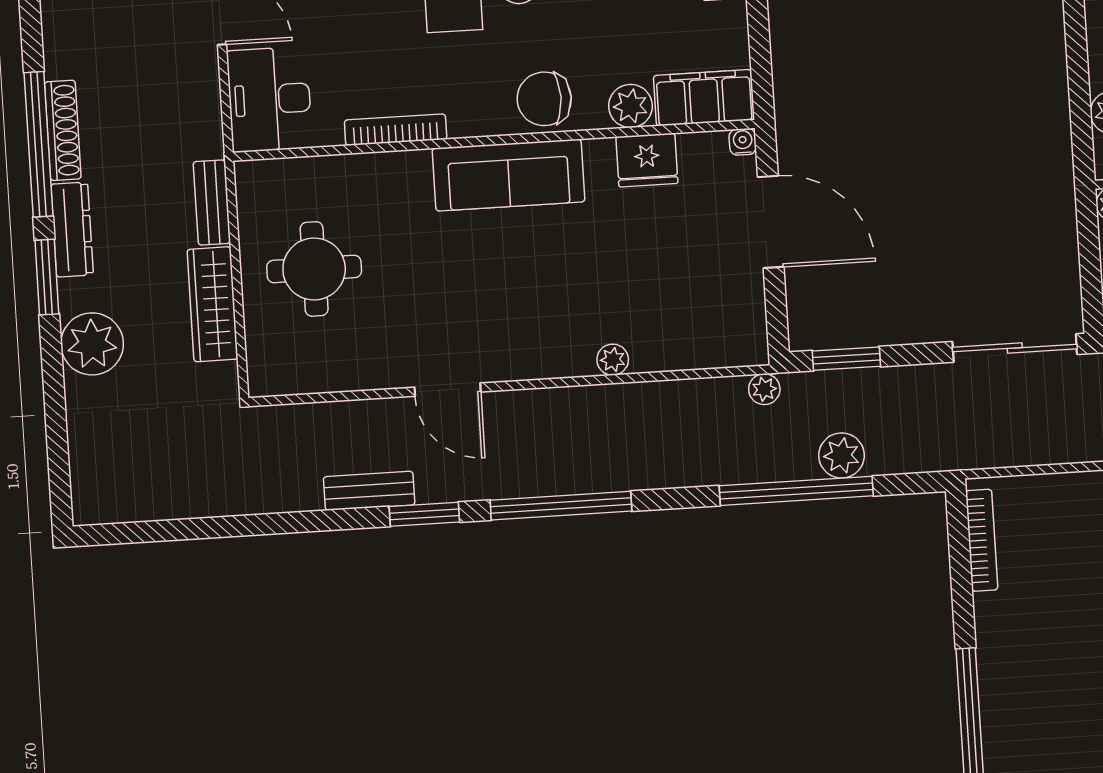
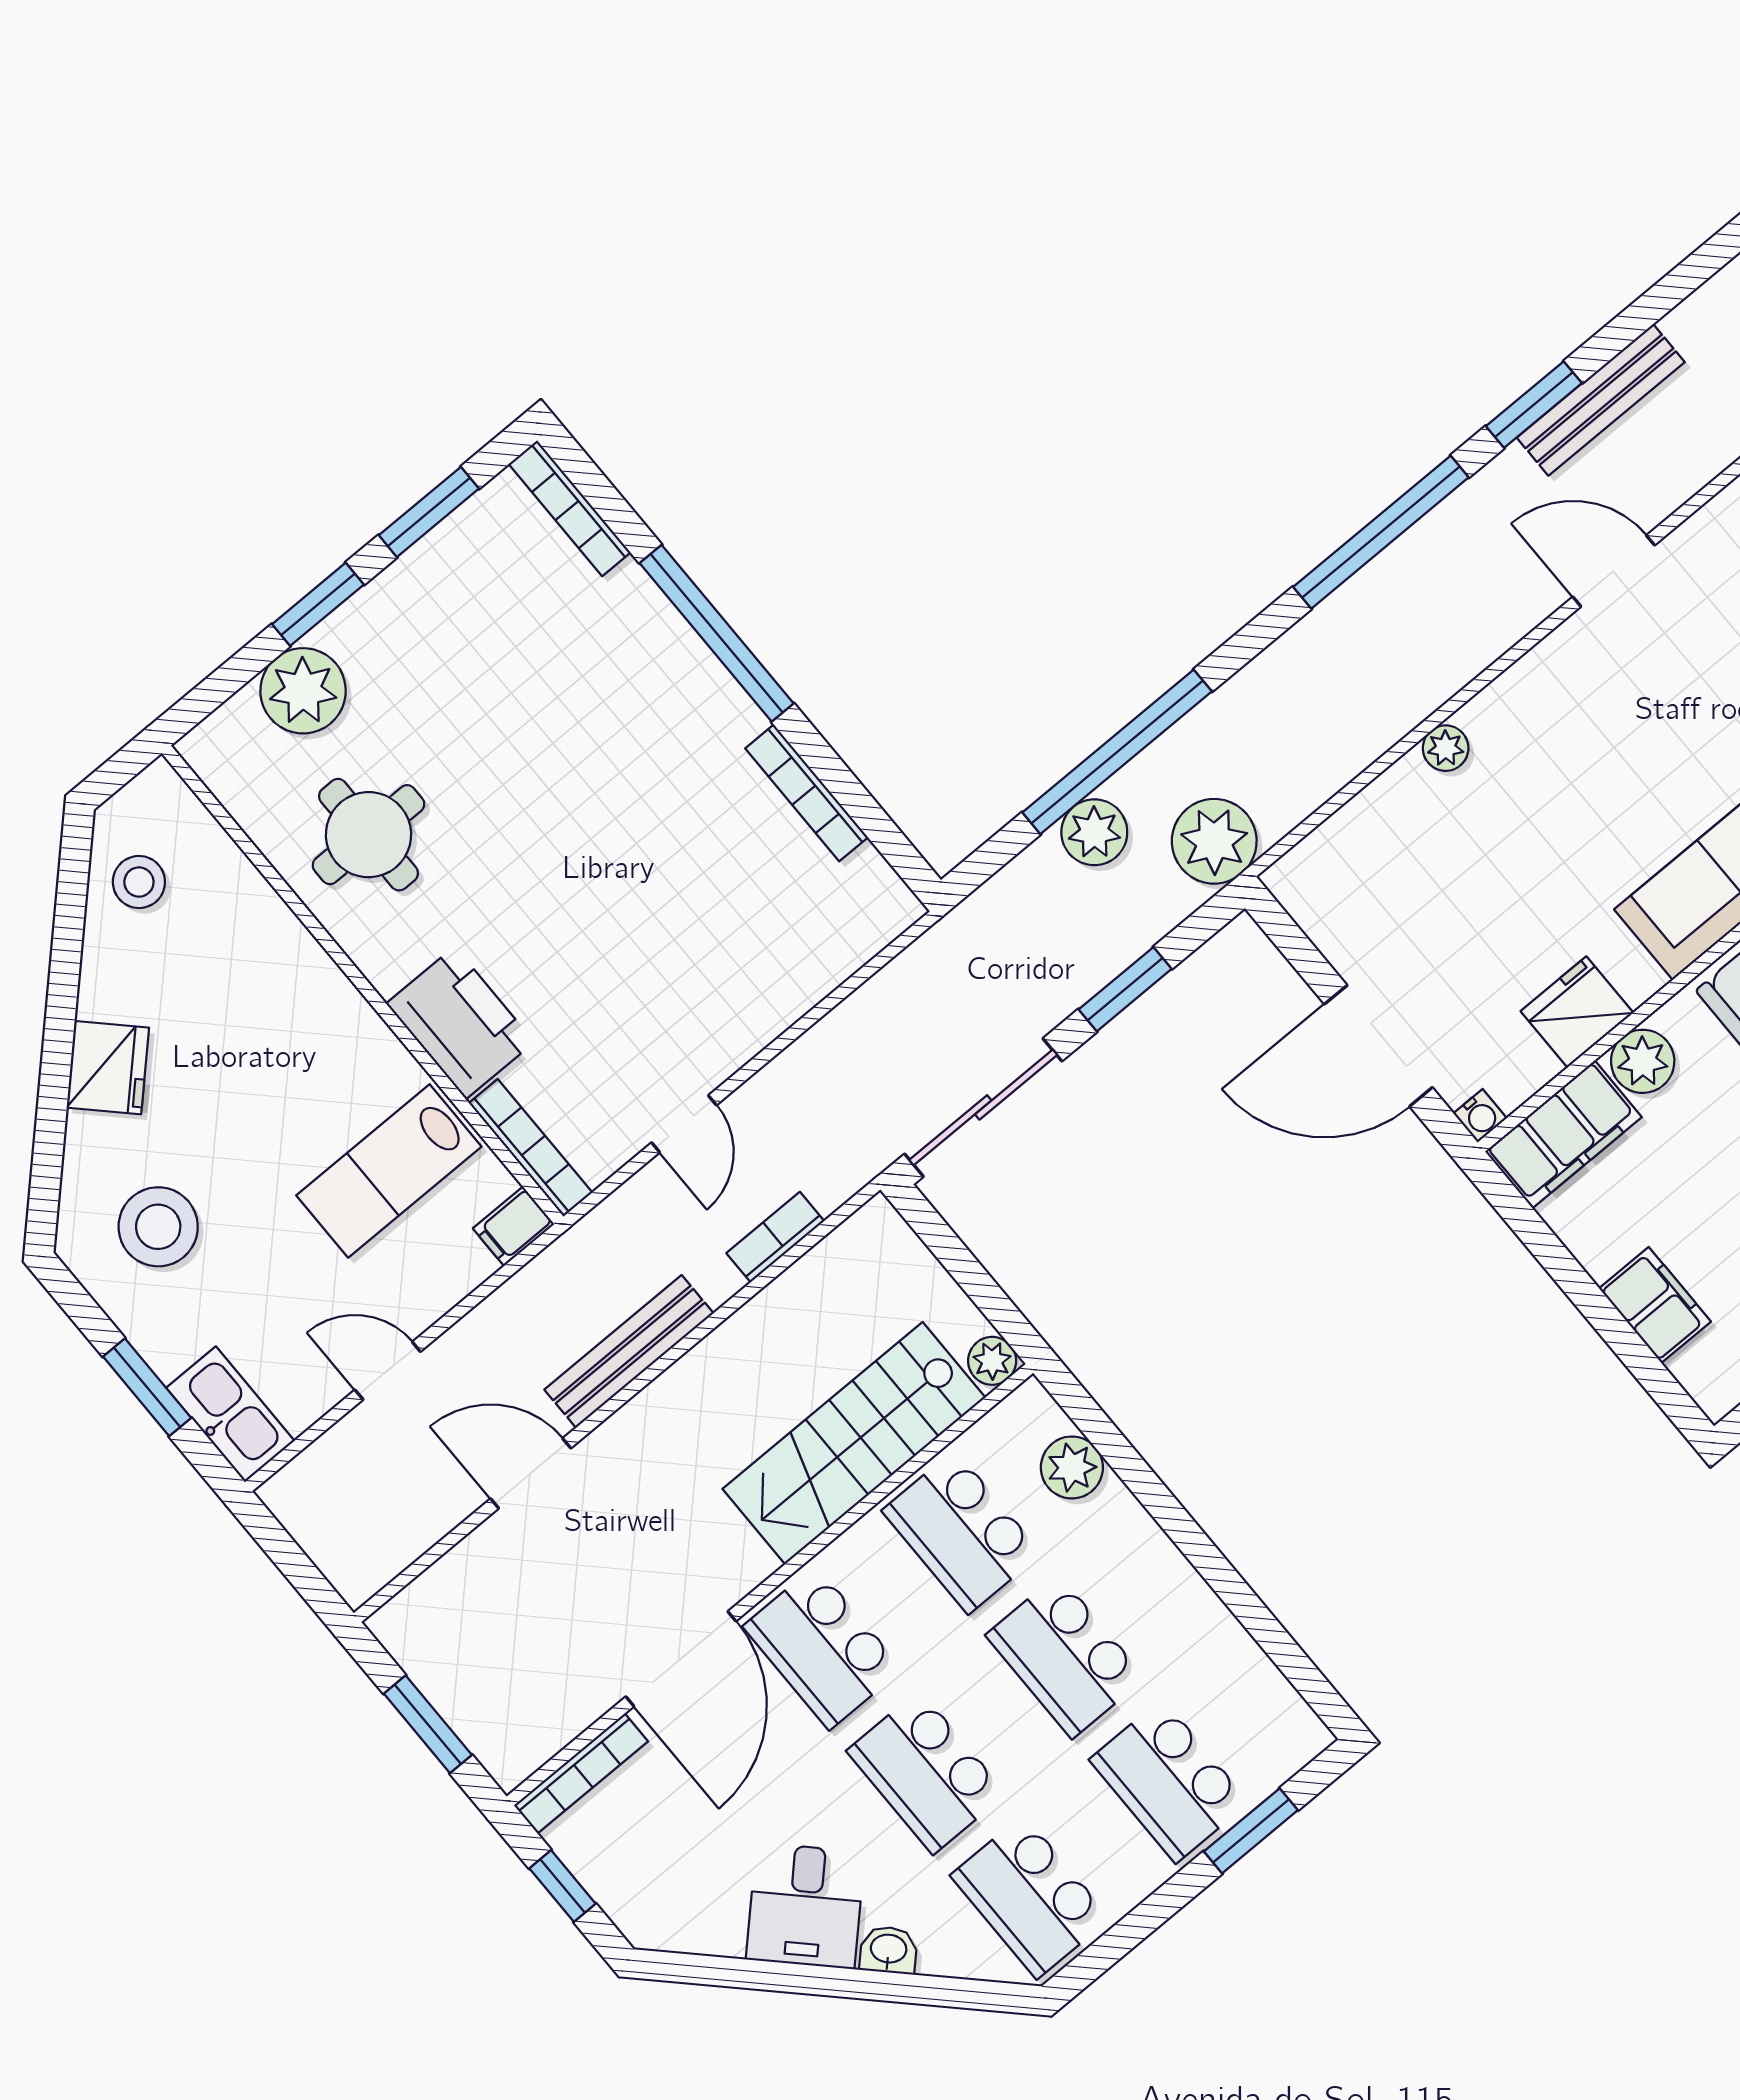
window: (846, 359) -> (1125, 989), moved
plant: (764, 389) -> (1214, 841), width x1.88, depth x1.88
bench: (369, 491) -> (1601, 400), width x1.36
bookcase: (982, 540) -> (807, 793), moved

